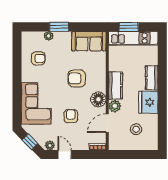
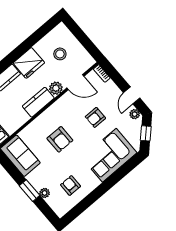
floor lamp: (98, 99) -> (62, 106), removed

